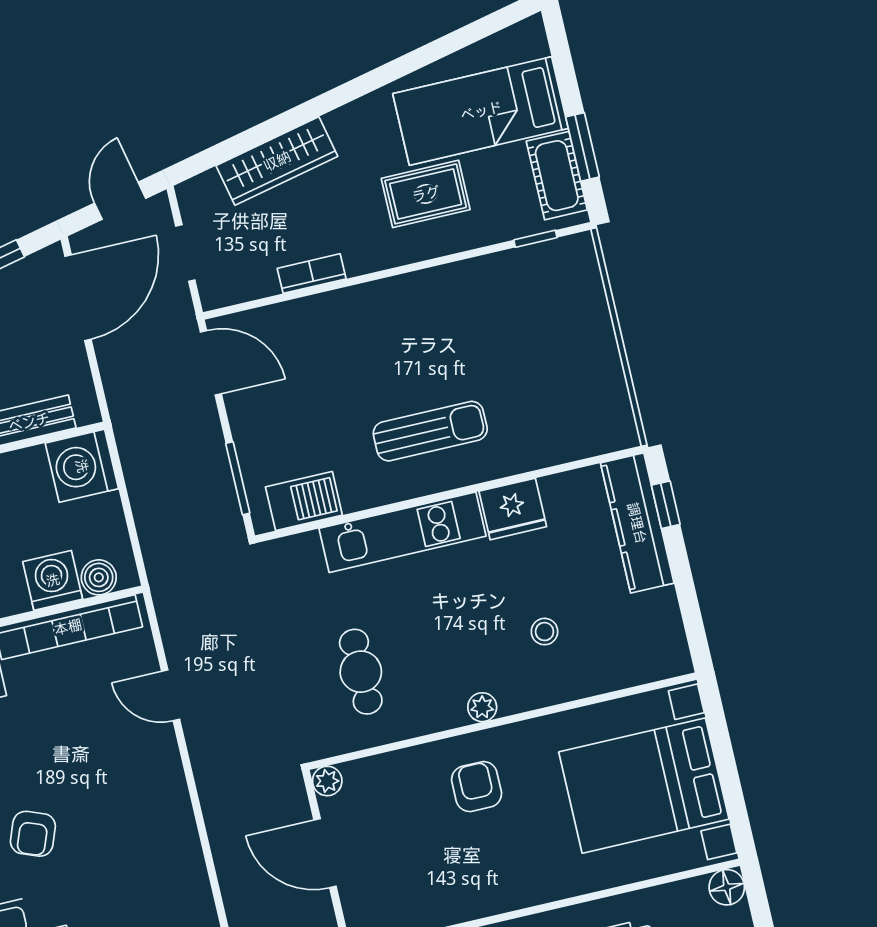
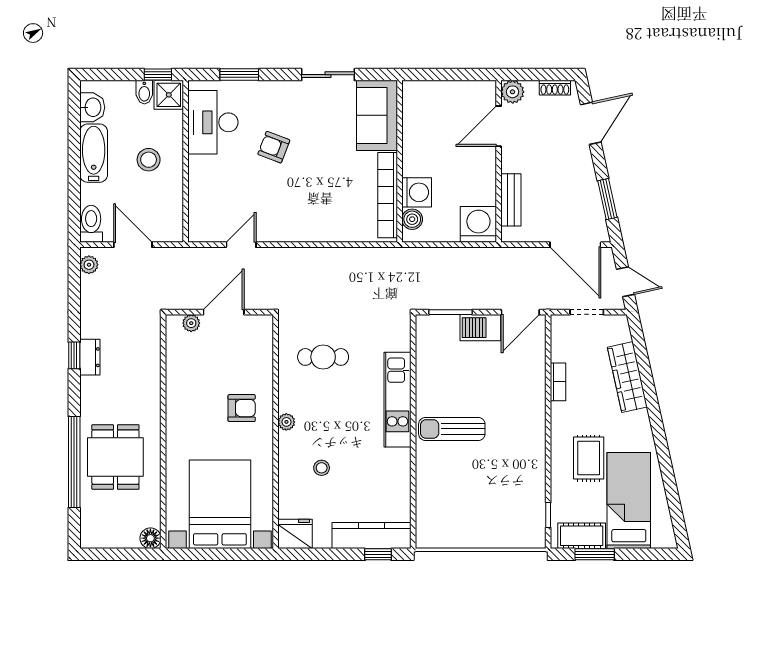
sun lounger: (430, 431) -> (452, 429), turned 90
barbecue: (304, 501) -> (480, 328), moved, turned 90
fridge: (513, 509) -> (295, 534), moved, turned 90
door: (171, 695) -> (241, 245), moved
plant: (327, 781) -> (191, 323), moved

